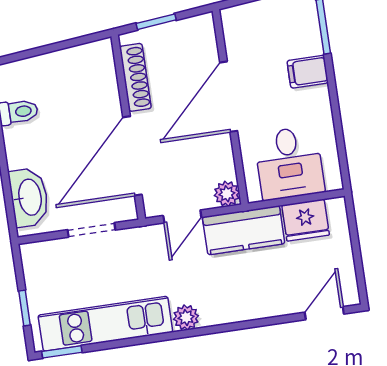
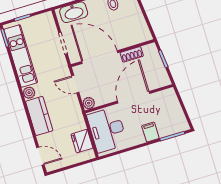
shoe rack: (135, 77) -> (132, 54), width x0.70
door: (229, 97) -> (134, 97), hinge flipped
desk: (289, 163) -> (107, 130), width x1.37
kitchen counter: (244, 230) -> (39, 116), moved, turned 180

